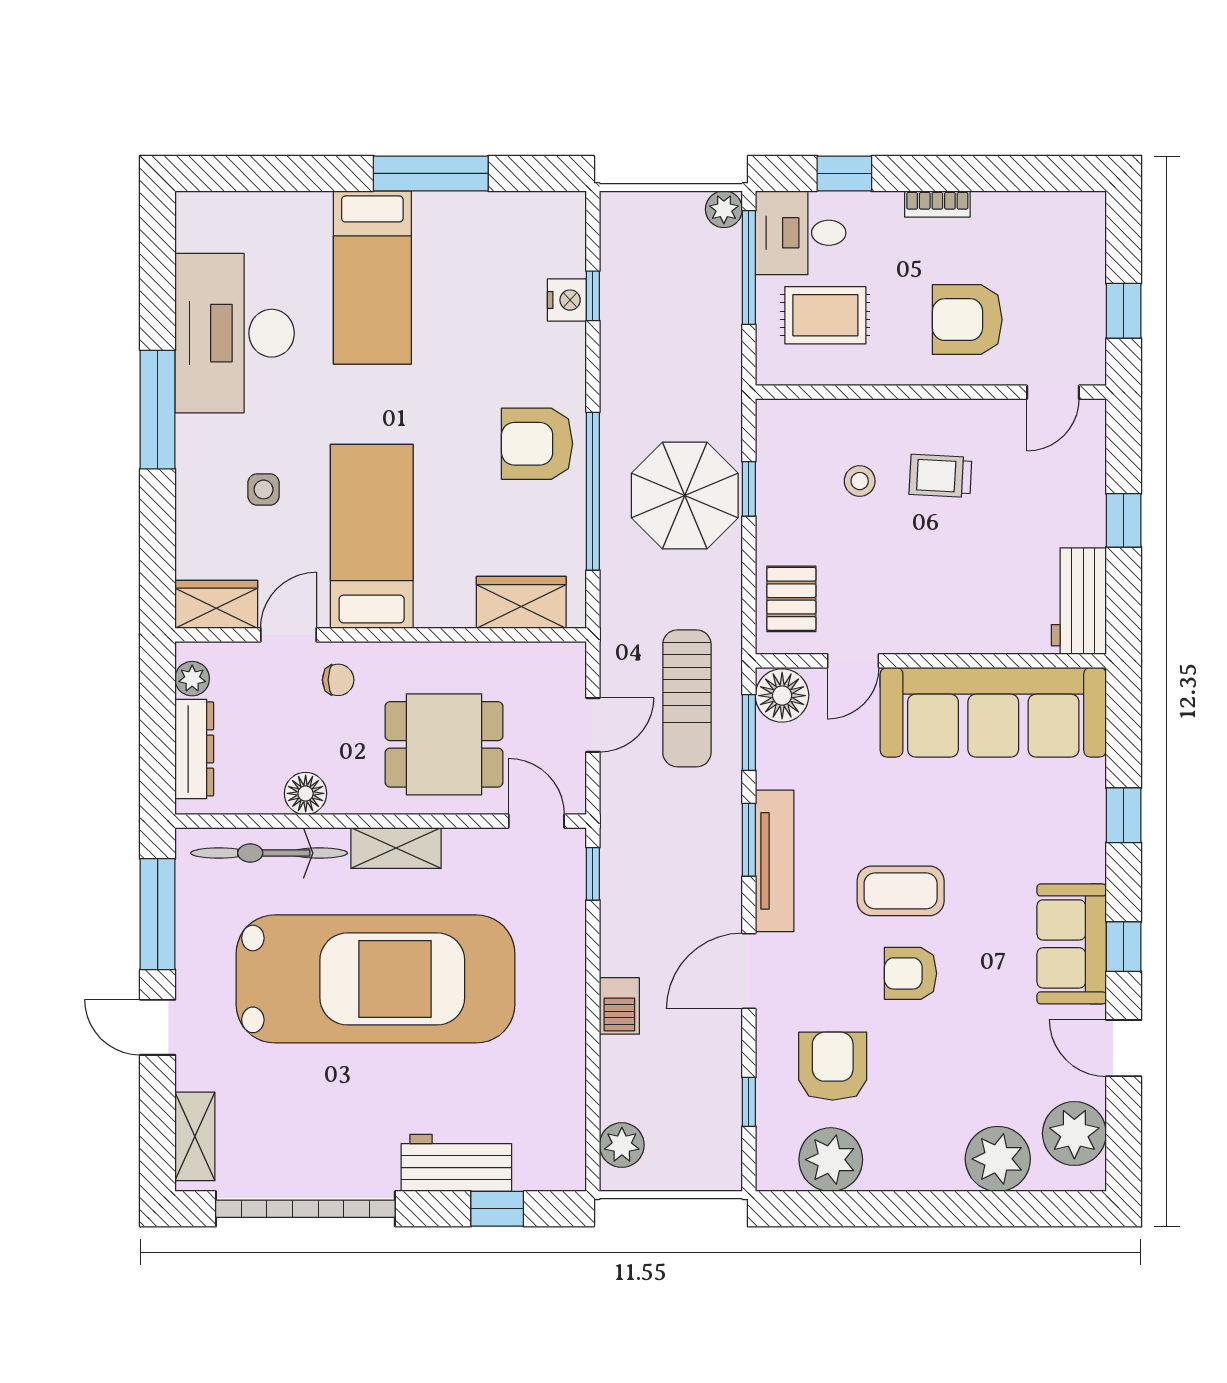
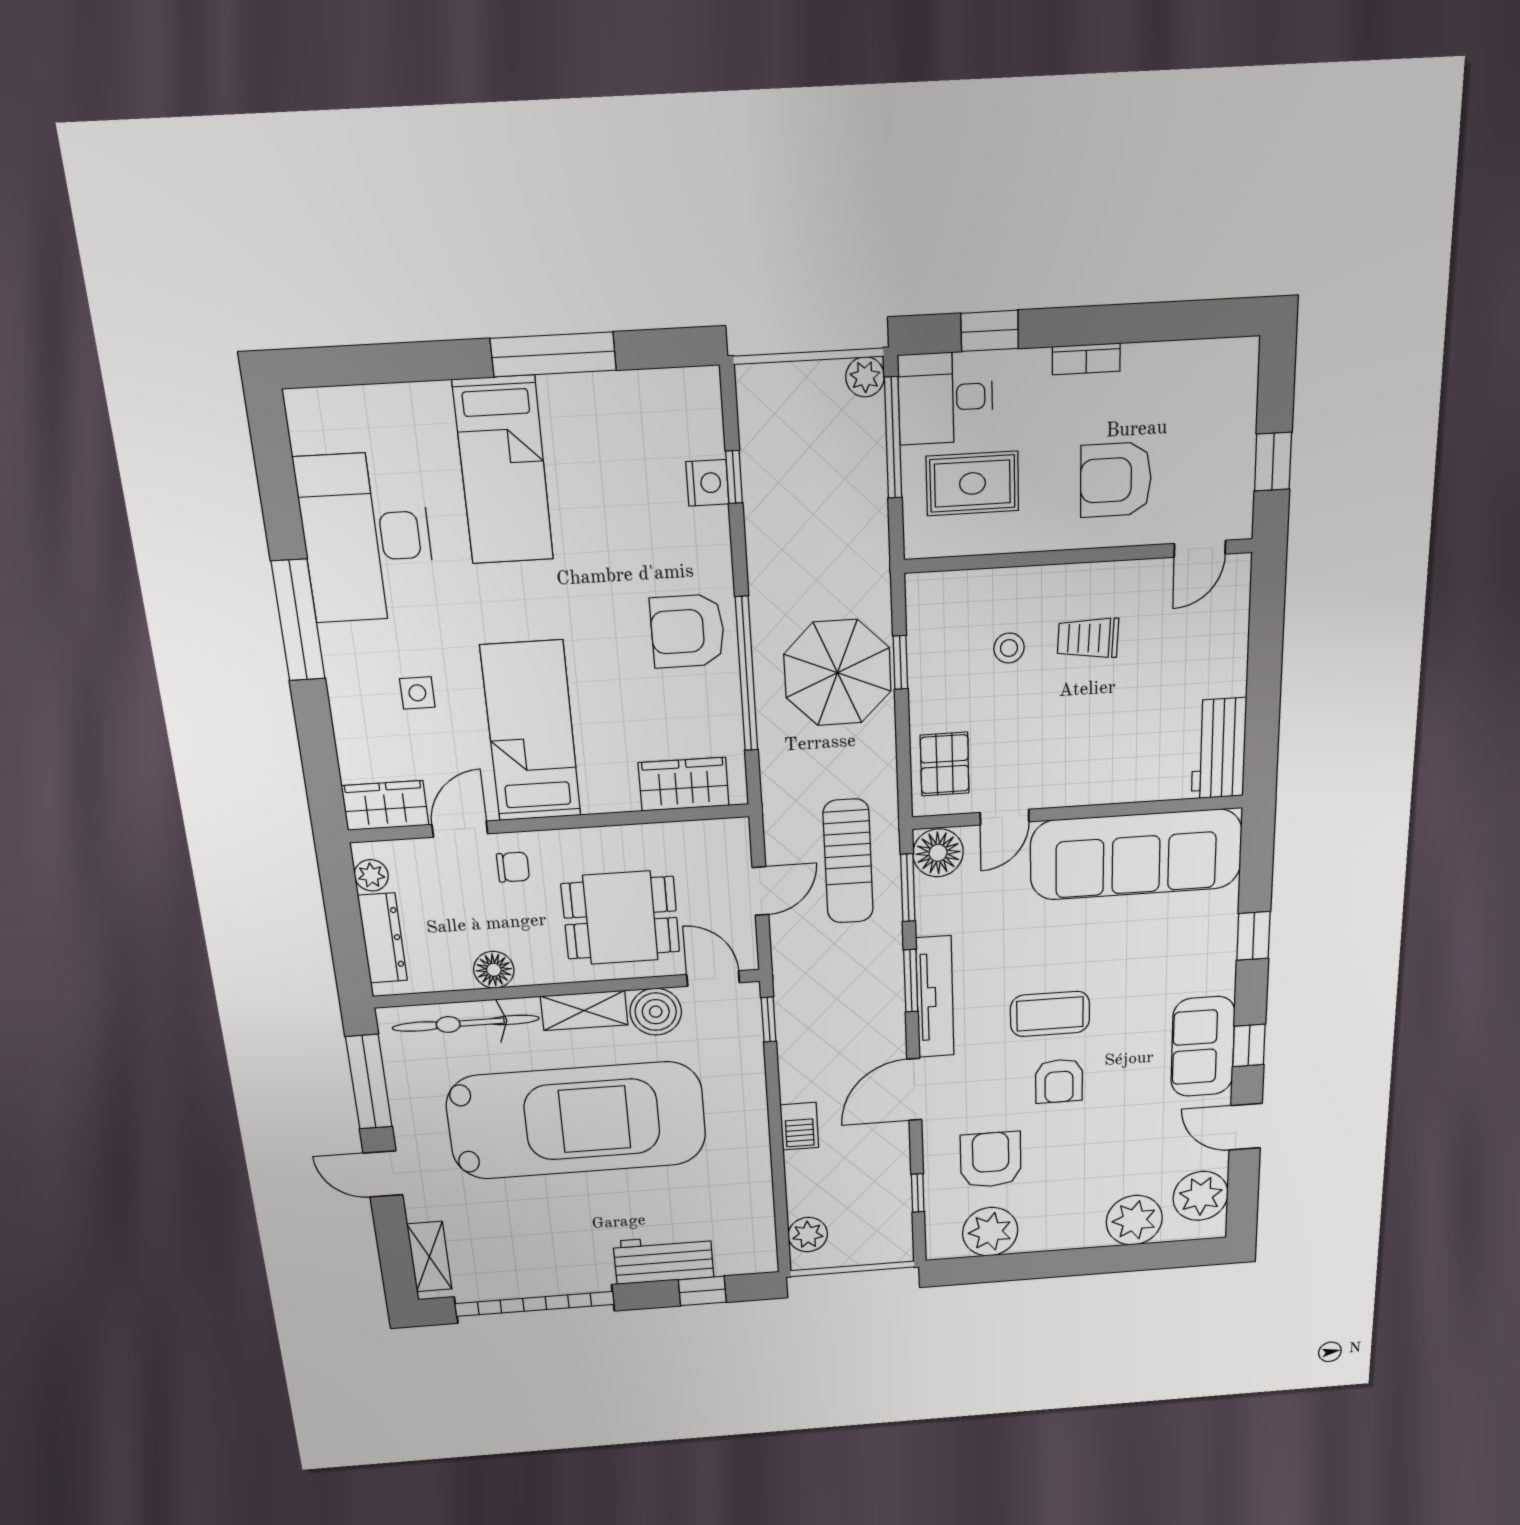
window: (1124, 520) -> (1264, 670), removed
boiler: (472, 855) -> (656, 1012), added
armchair: (911, 973) -> (1059, 1081), turned -90

